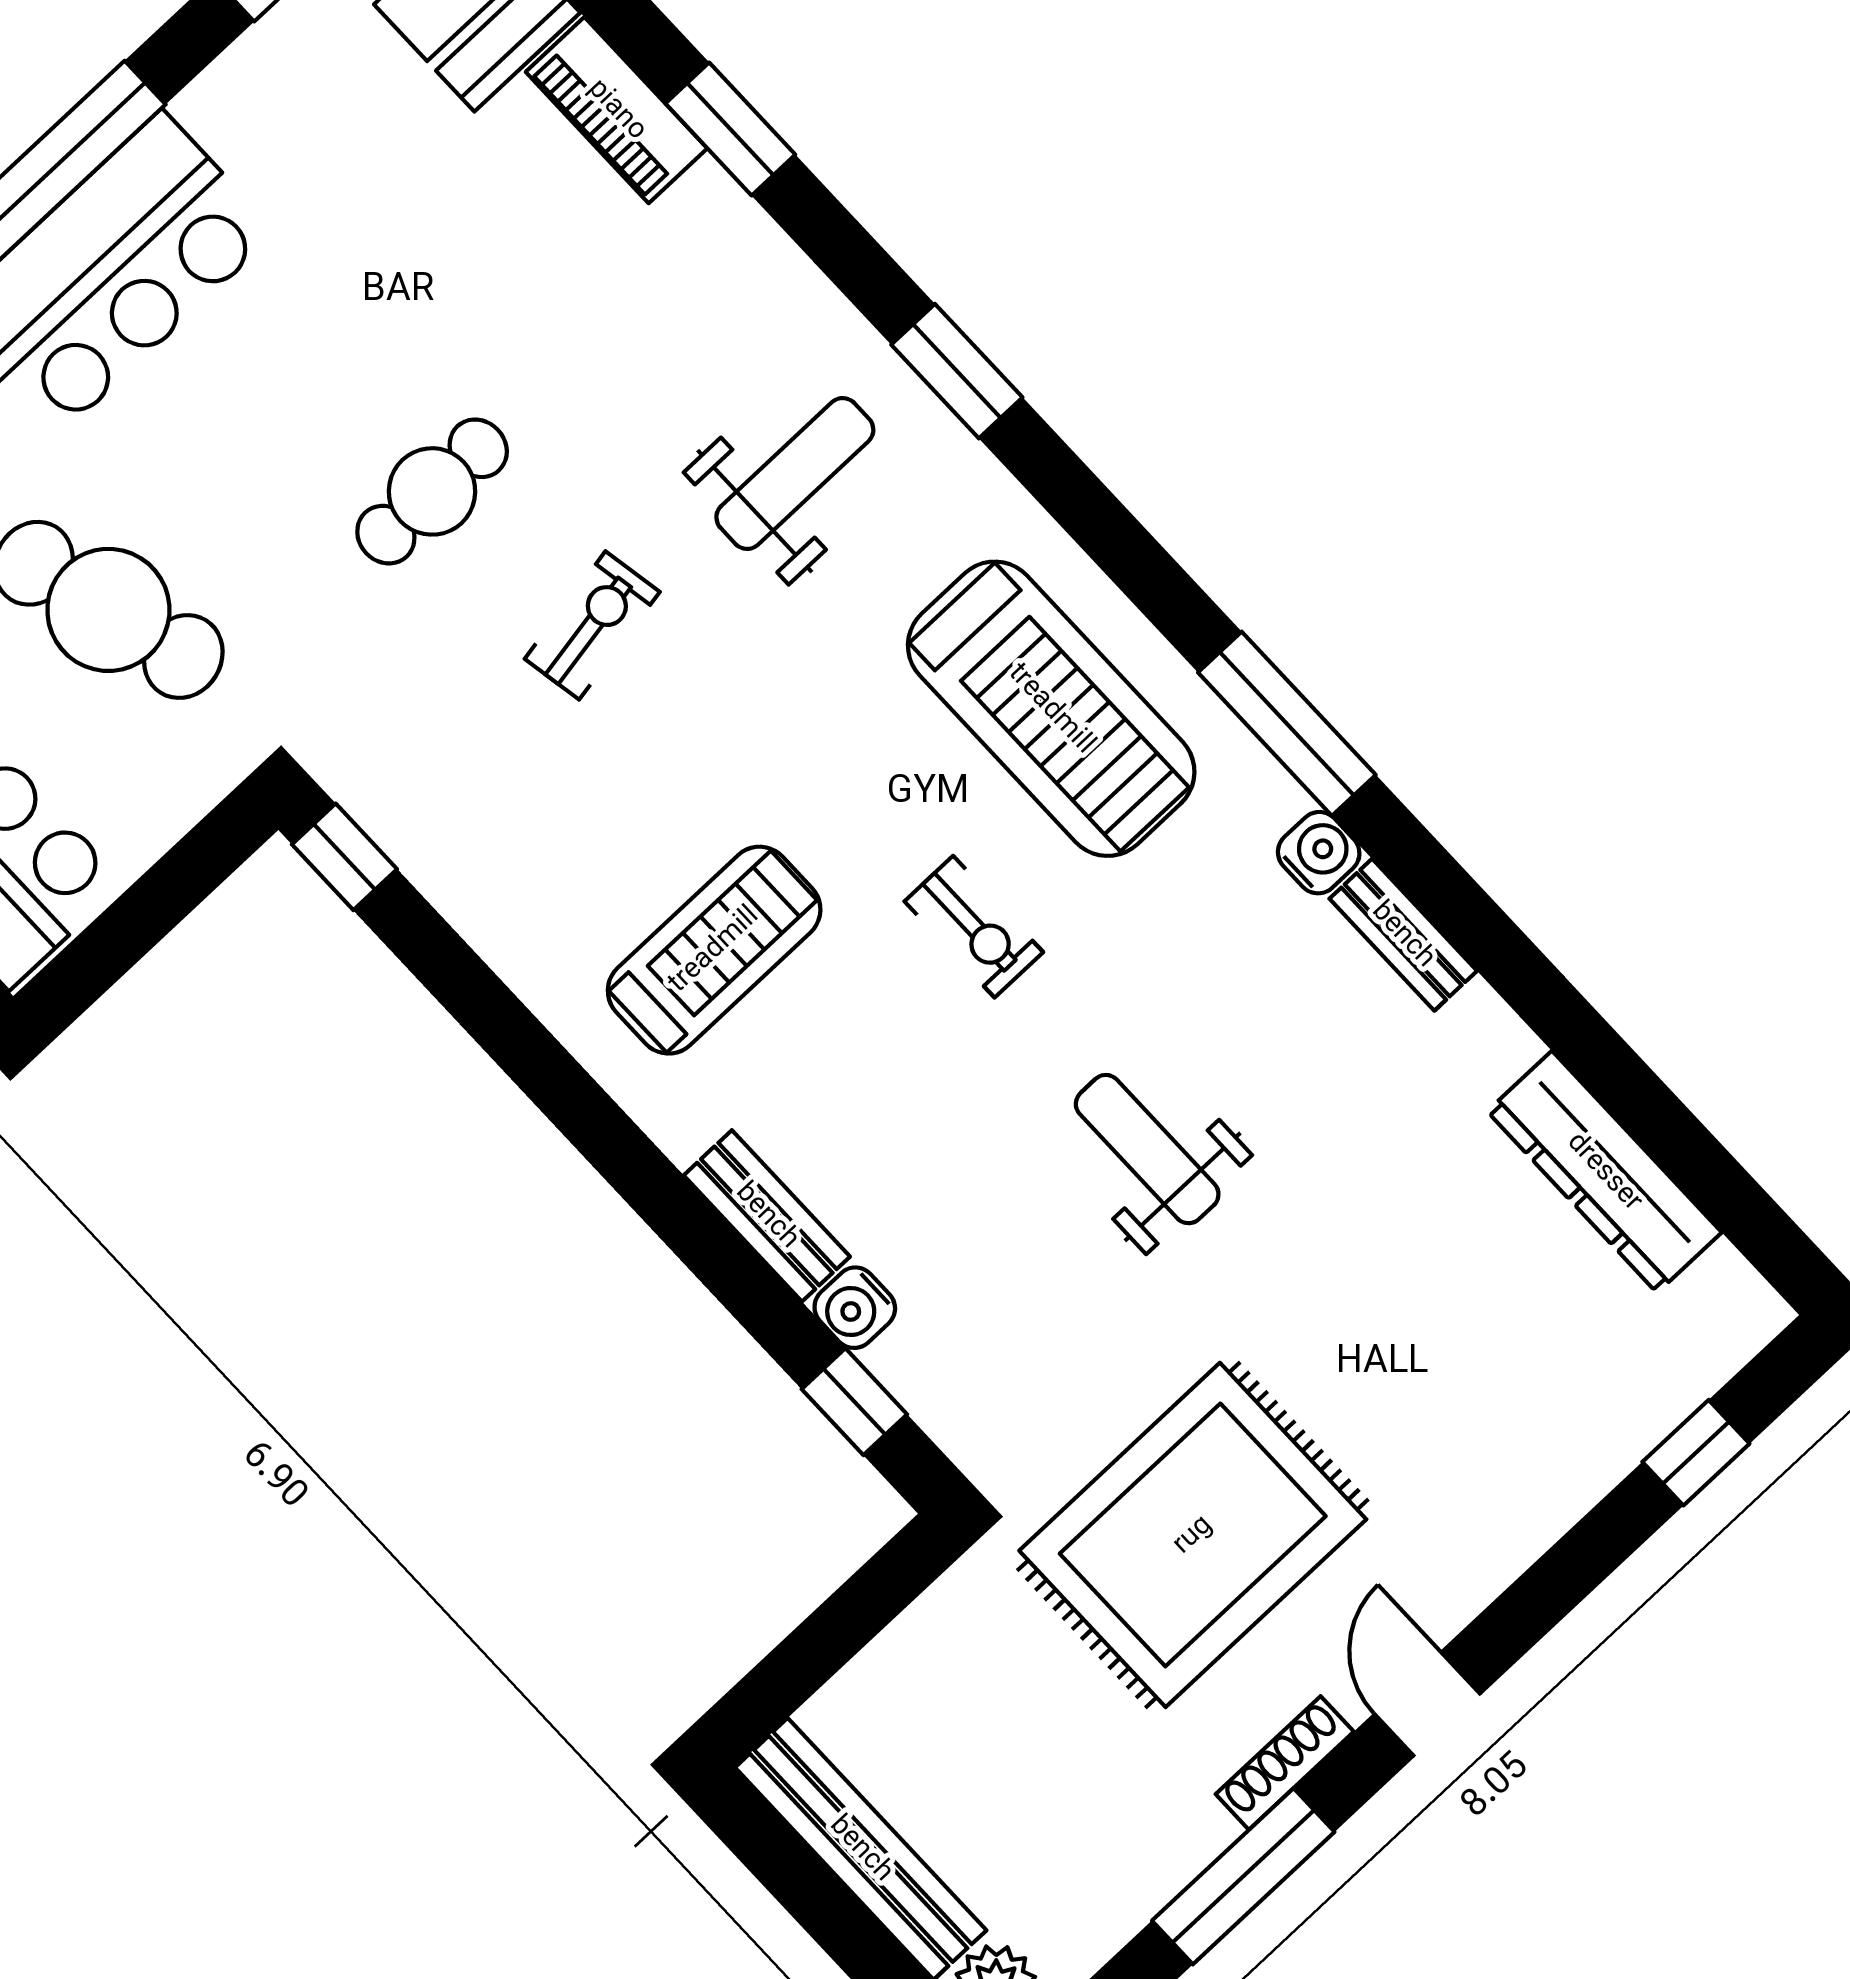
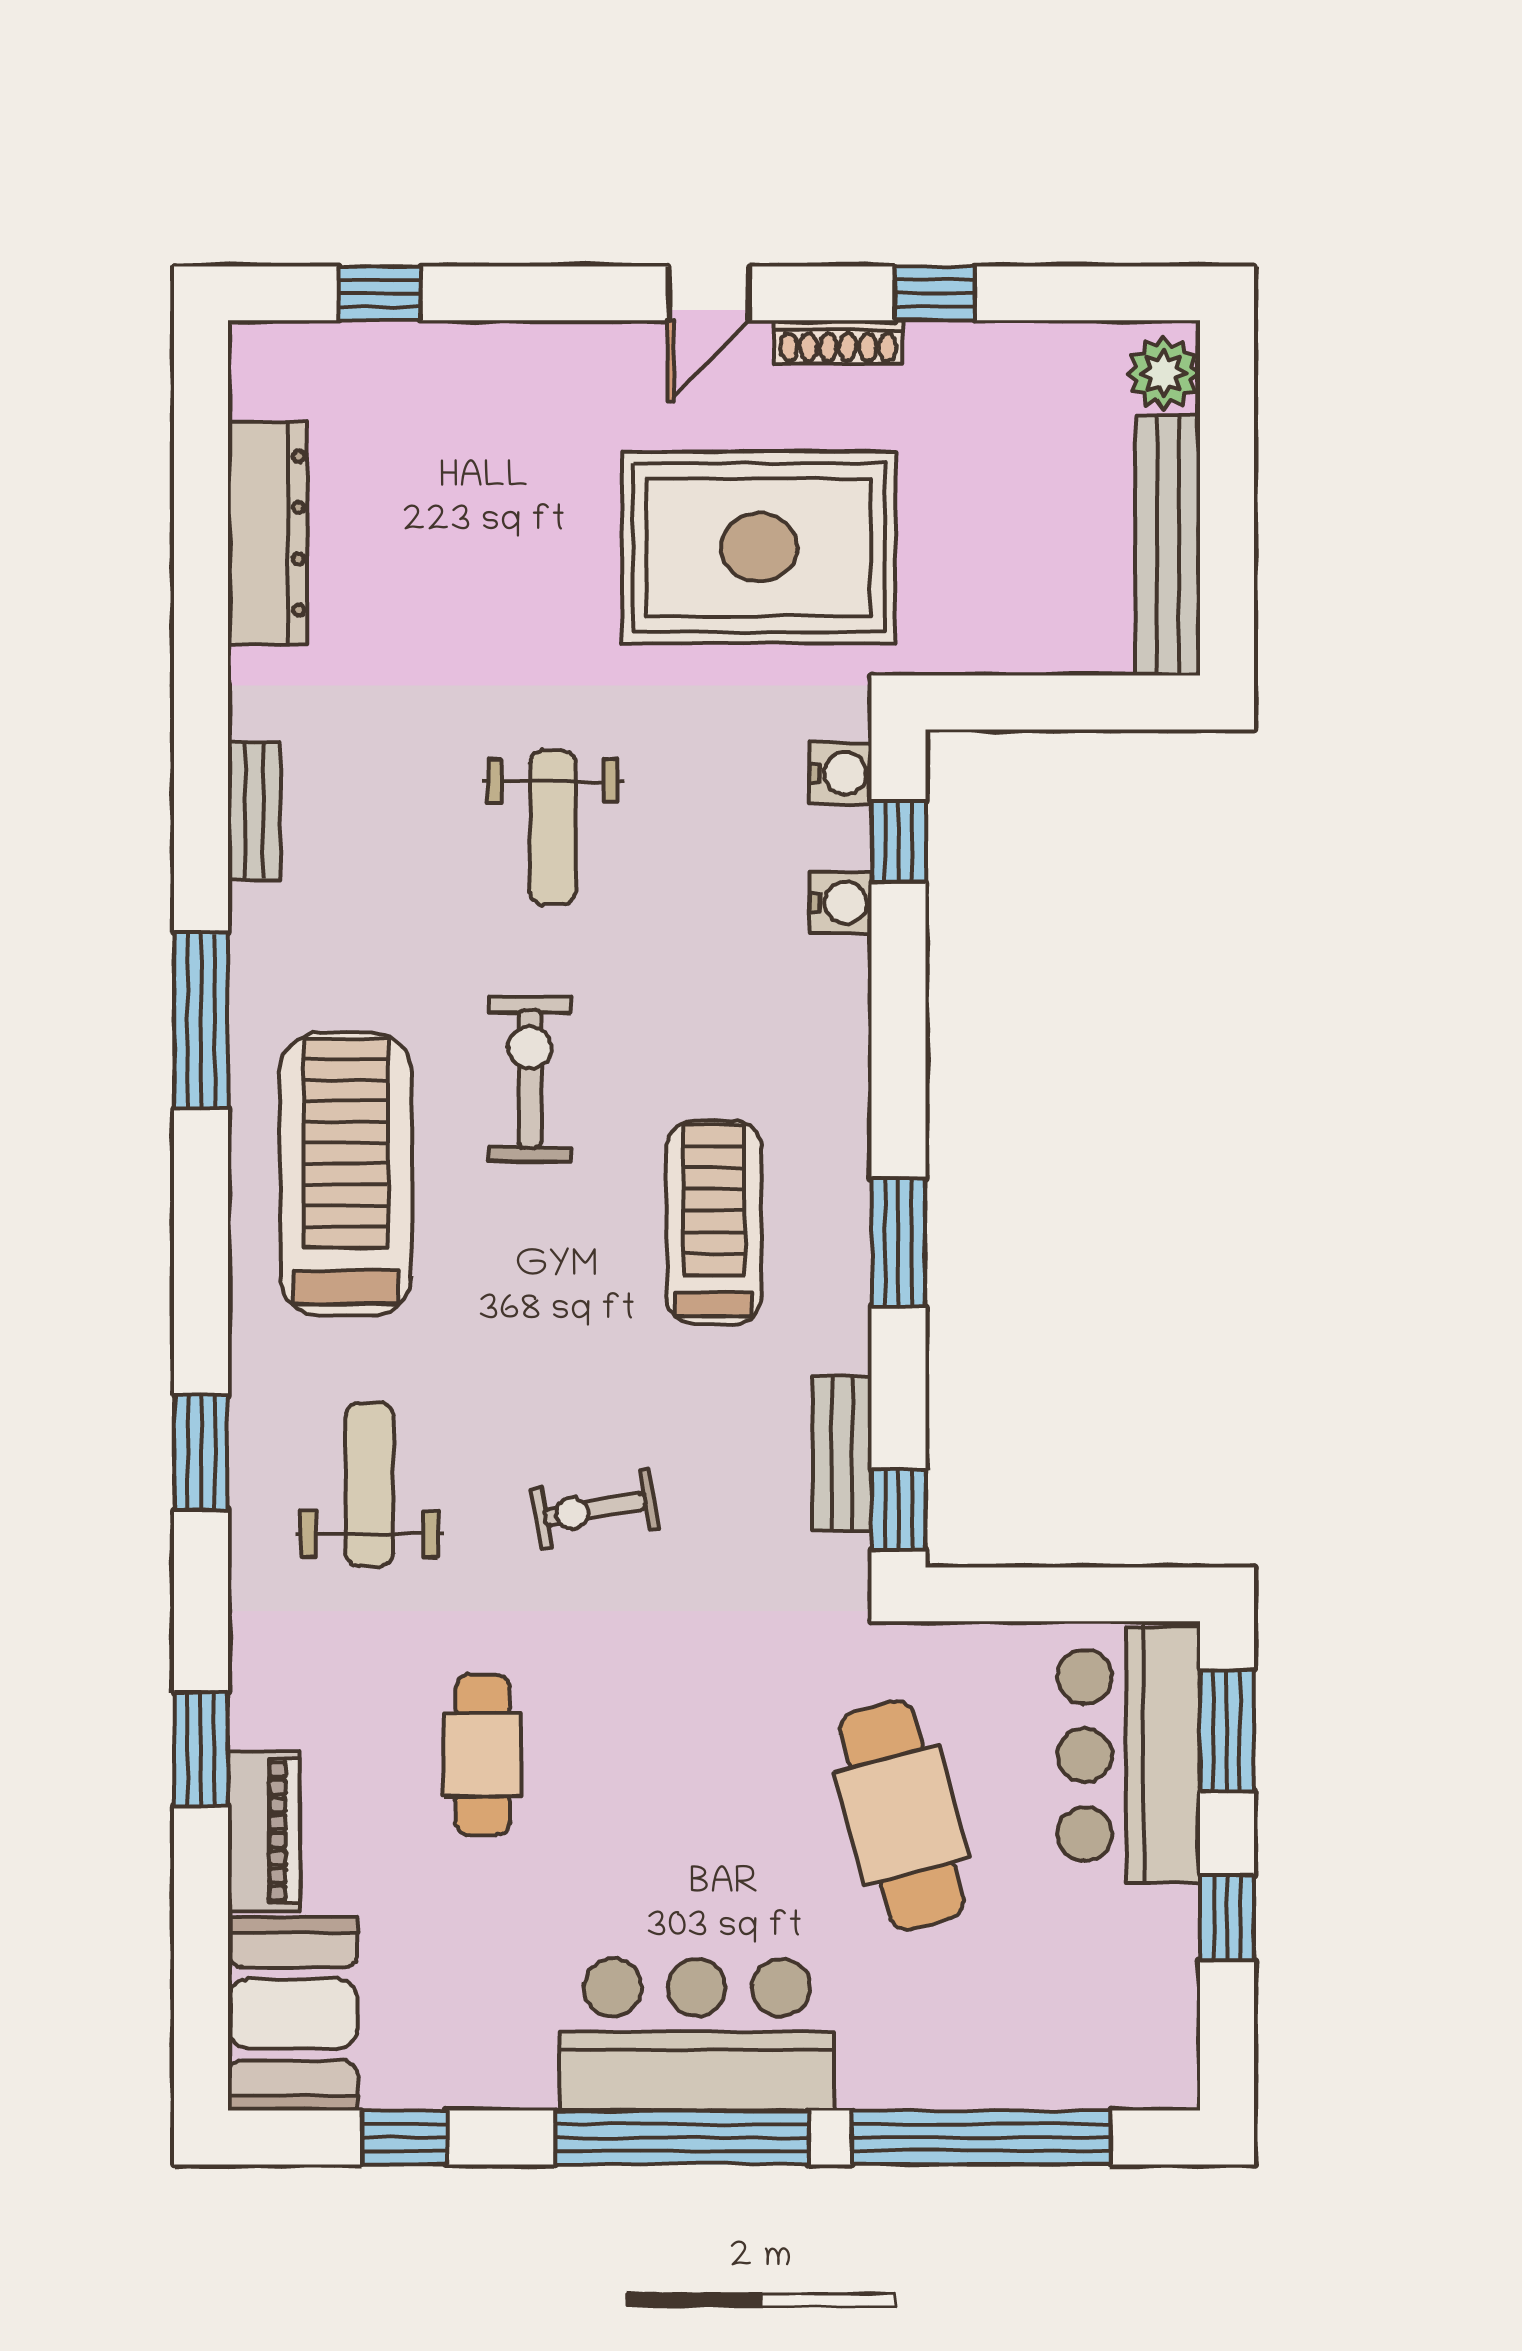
weight bench: (795, 473) -> (370, 1485), turned 90
cafe table: (432, 491) -> (483, 1755), moved, turned 90
water cooler: (1319, 853) -> (840, 773), moved, turned 180
exercise bike: (974, 927) -> (530, 1079), width x1.38, depth x1.39
treadmill: (714, 950) -> (714, 1222), turned 90
window: (548, 1075) -> (898, 1242), added
bench: (767, 1216) -> (842, 1454), moved
window: (1243, 1876) -> (935, 293), width x0.46

